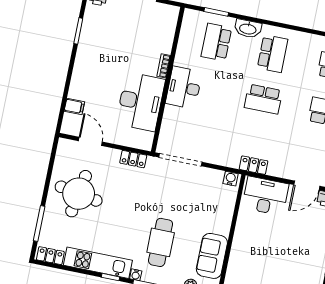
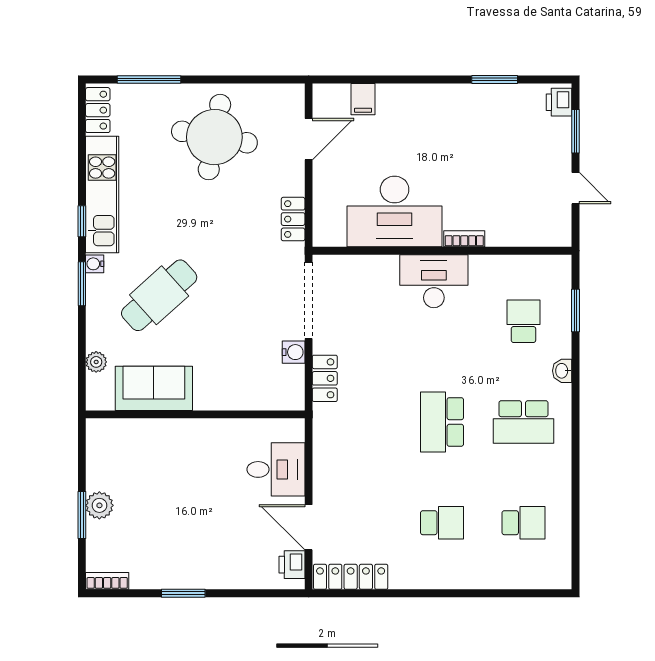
washbasin: (248, 29) -> (562, 371), width x0.52, depth x0.69
school desk: (216, 42) -> (523, 321), width x0.54
locker: (254, 165) -> (325, 378), moved
water cooler: (231, 179) -> (294, 352), moved
desk: (265, 196) -> (276, 469), width x0.73
cafe table: (161, 242) -> (159, 295), turned -42

